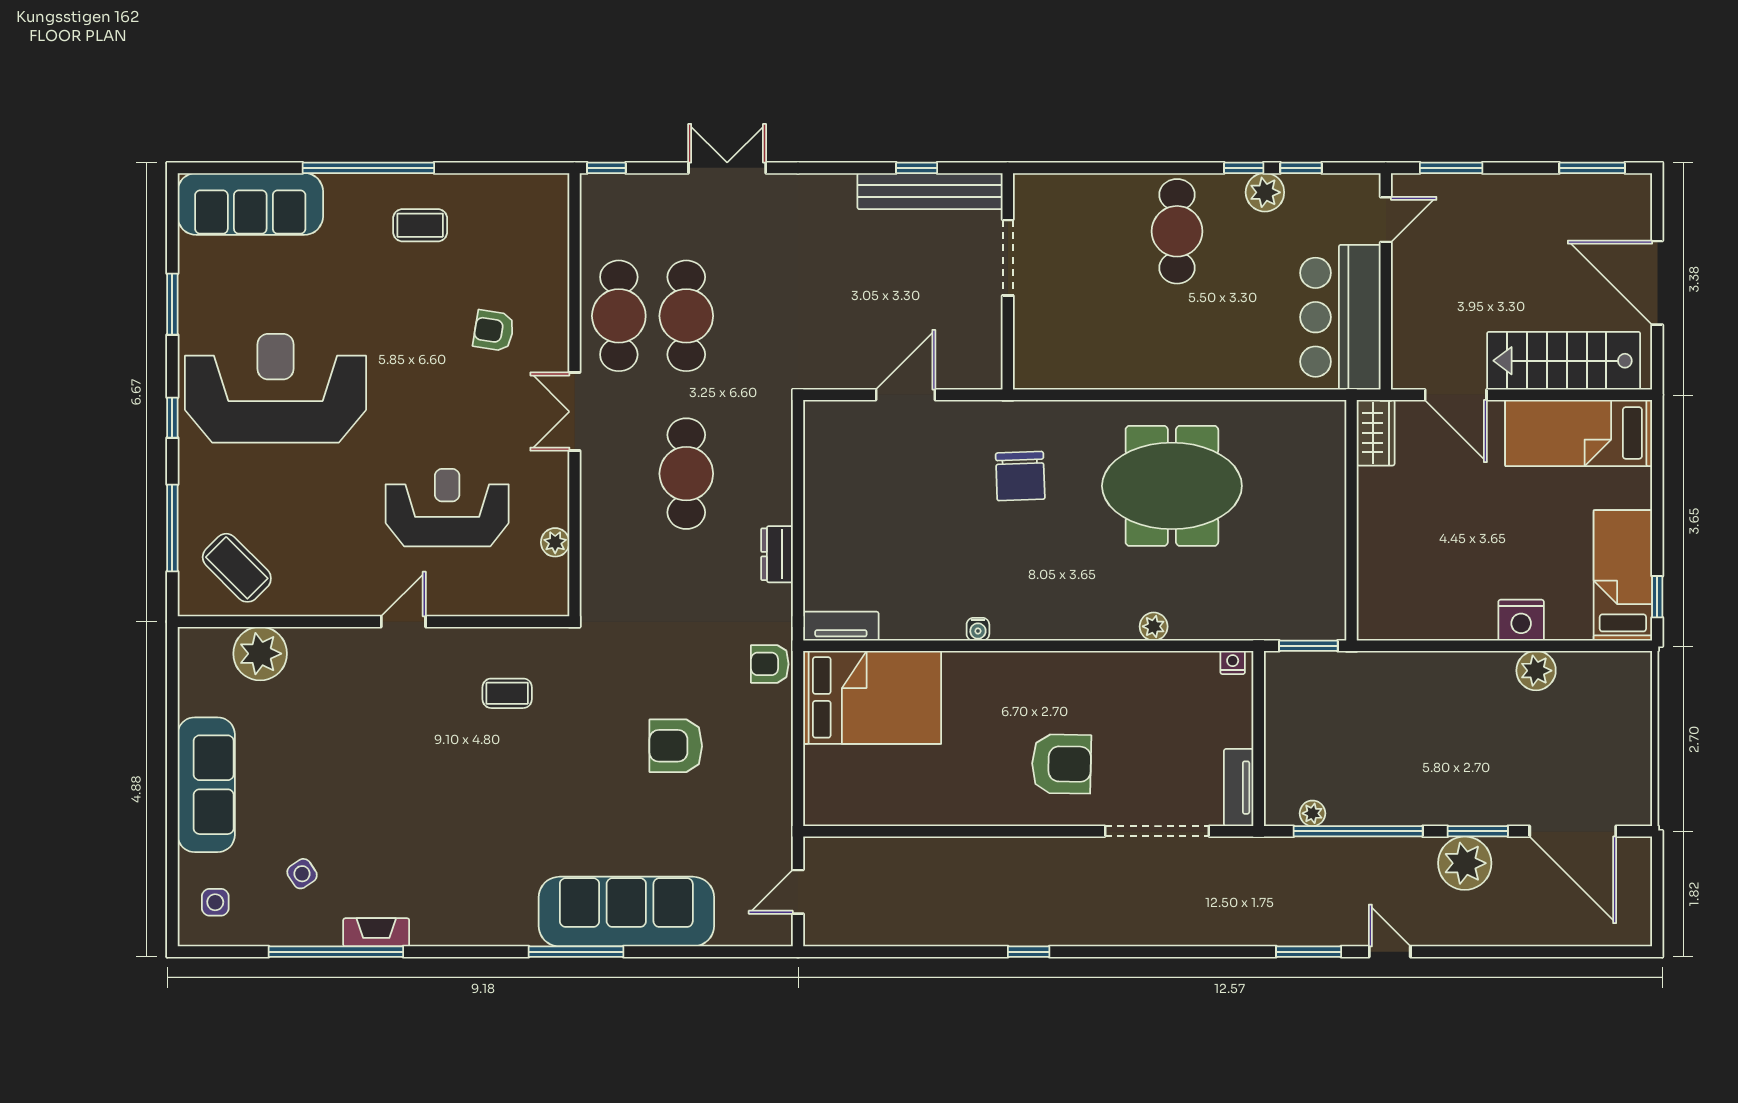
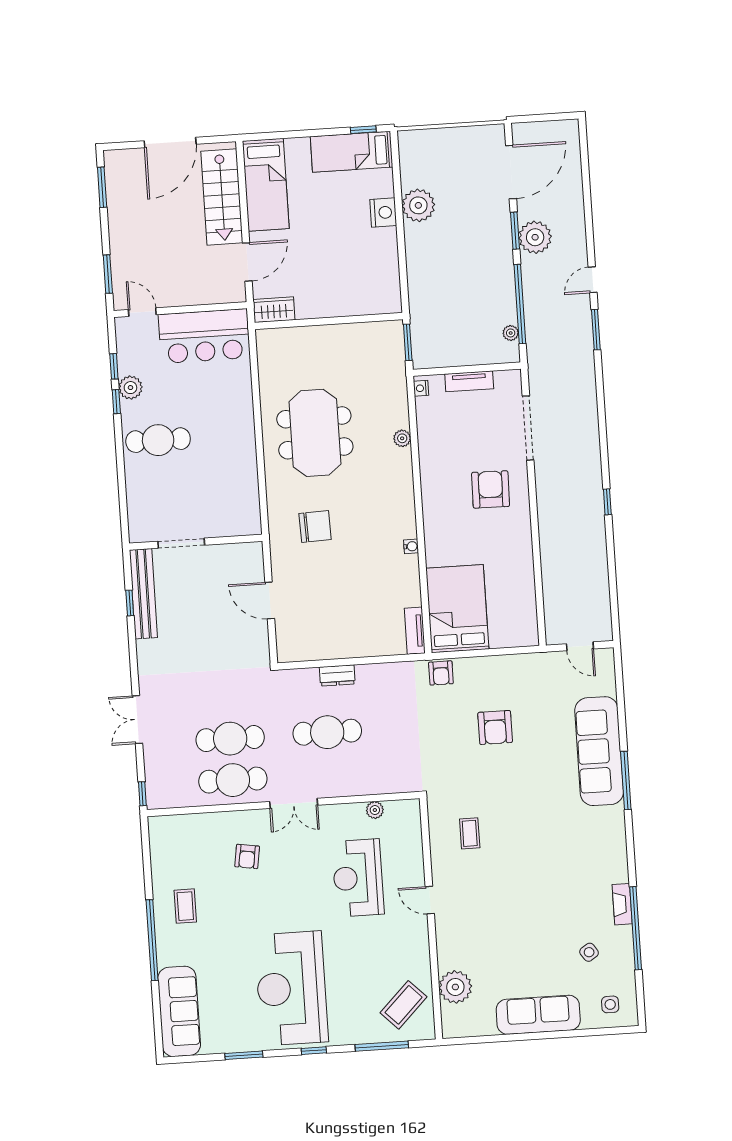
dresser: (777, 554) -> (337, 675), moved
plant: (1536, 671) -> (418, 205), width x1.36, depth x1.36
tv unit: (1239, 788) -> (469, 381), moved

